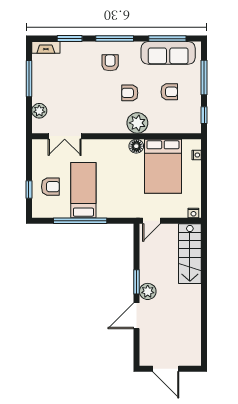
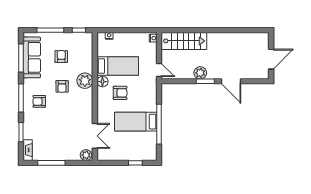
plant: (39, 111) -> (86, 155), moved
bed: (163, 166) -> (118, 66), width x0.67
armchair: (50, 187) -> (120, 93), moved, turned 90
plant: (148, 291) -> (200, 73), moved

